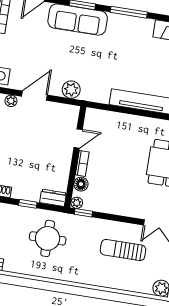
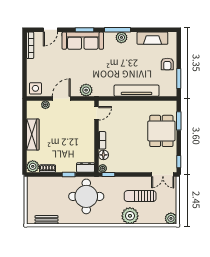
plant: (133, 24) -> (121, 37), added
door: (78, 139) -> (96, 113), moved
round table: (48, 238) -> (86, 196), width x1.36, depth x1.36
plant: (104, 275) -> (130, 216), added

